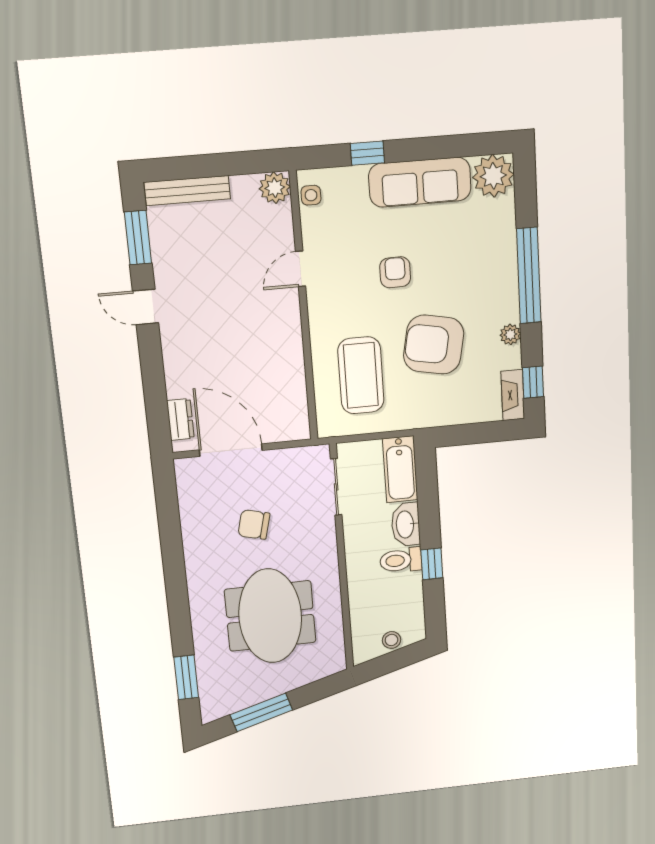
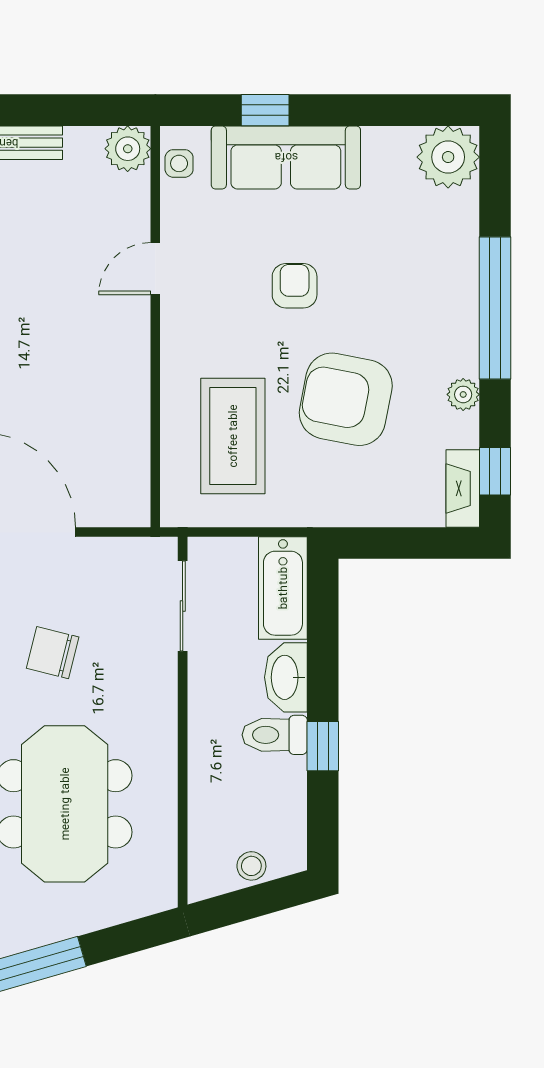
sofa: (420, 182) -> (286, 157), moved

